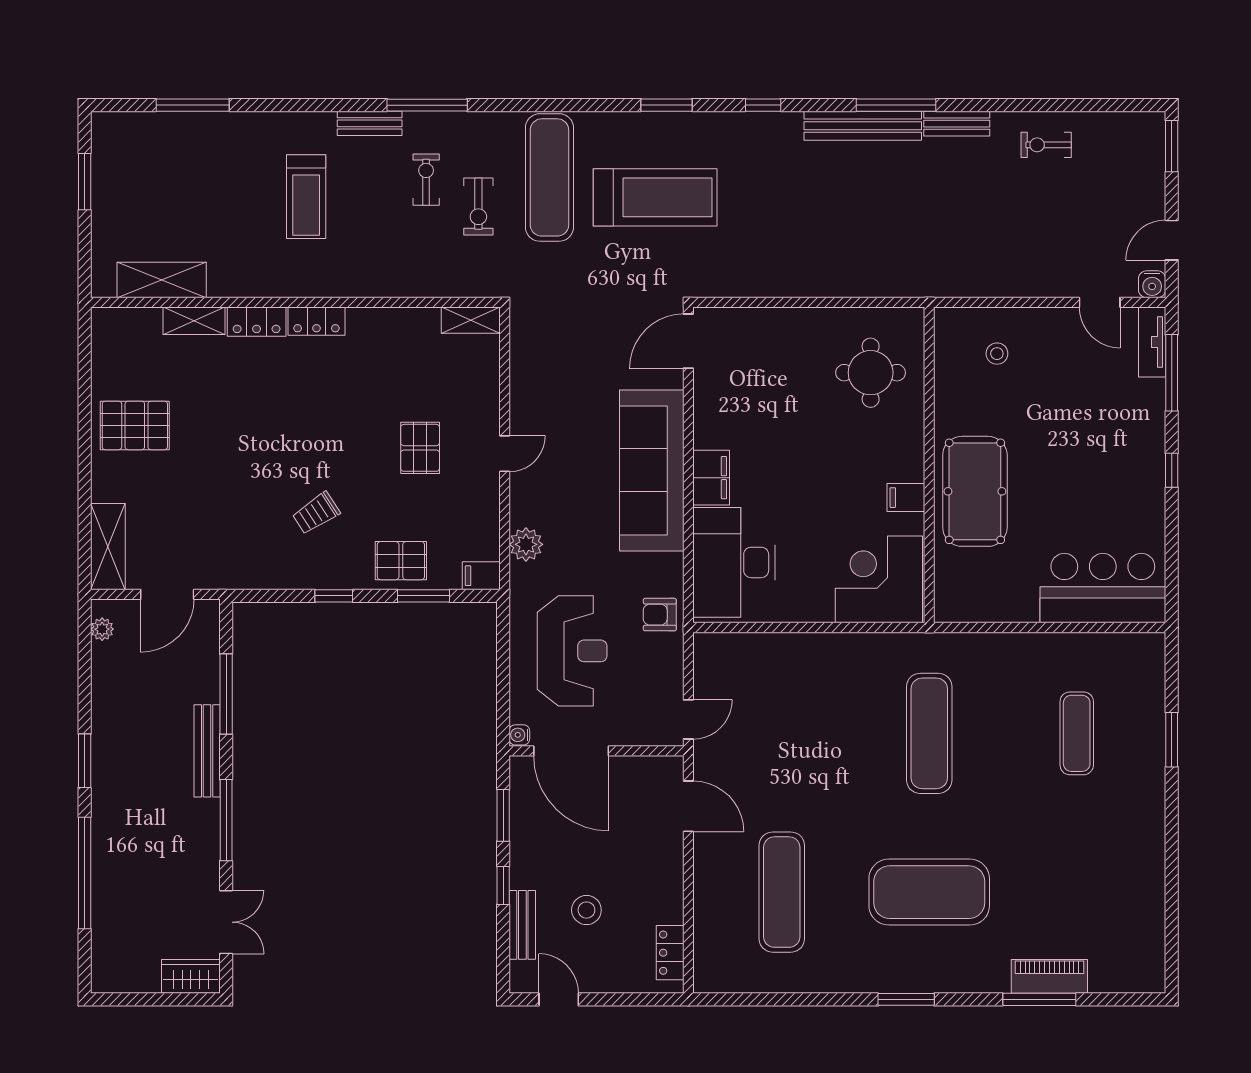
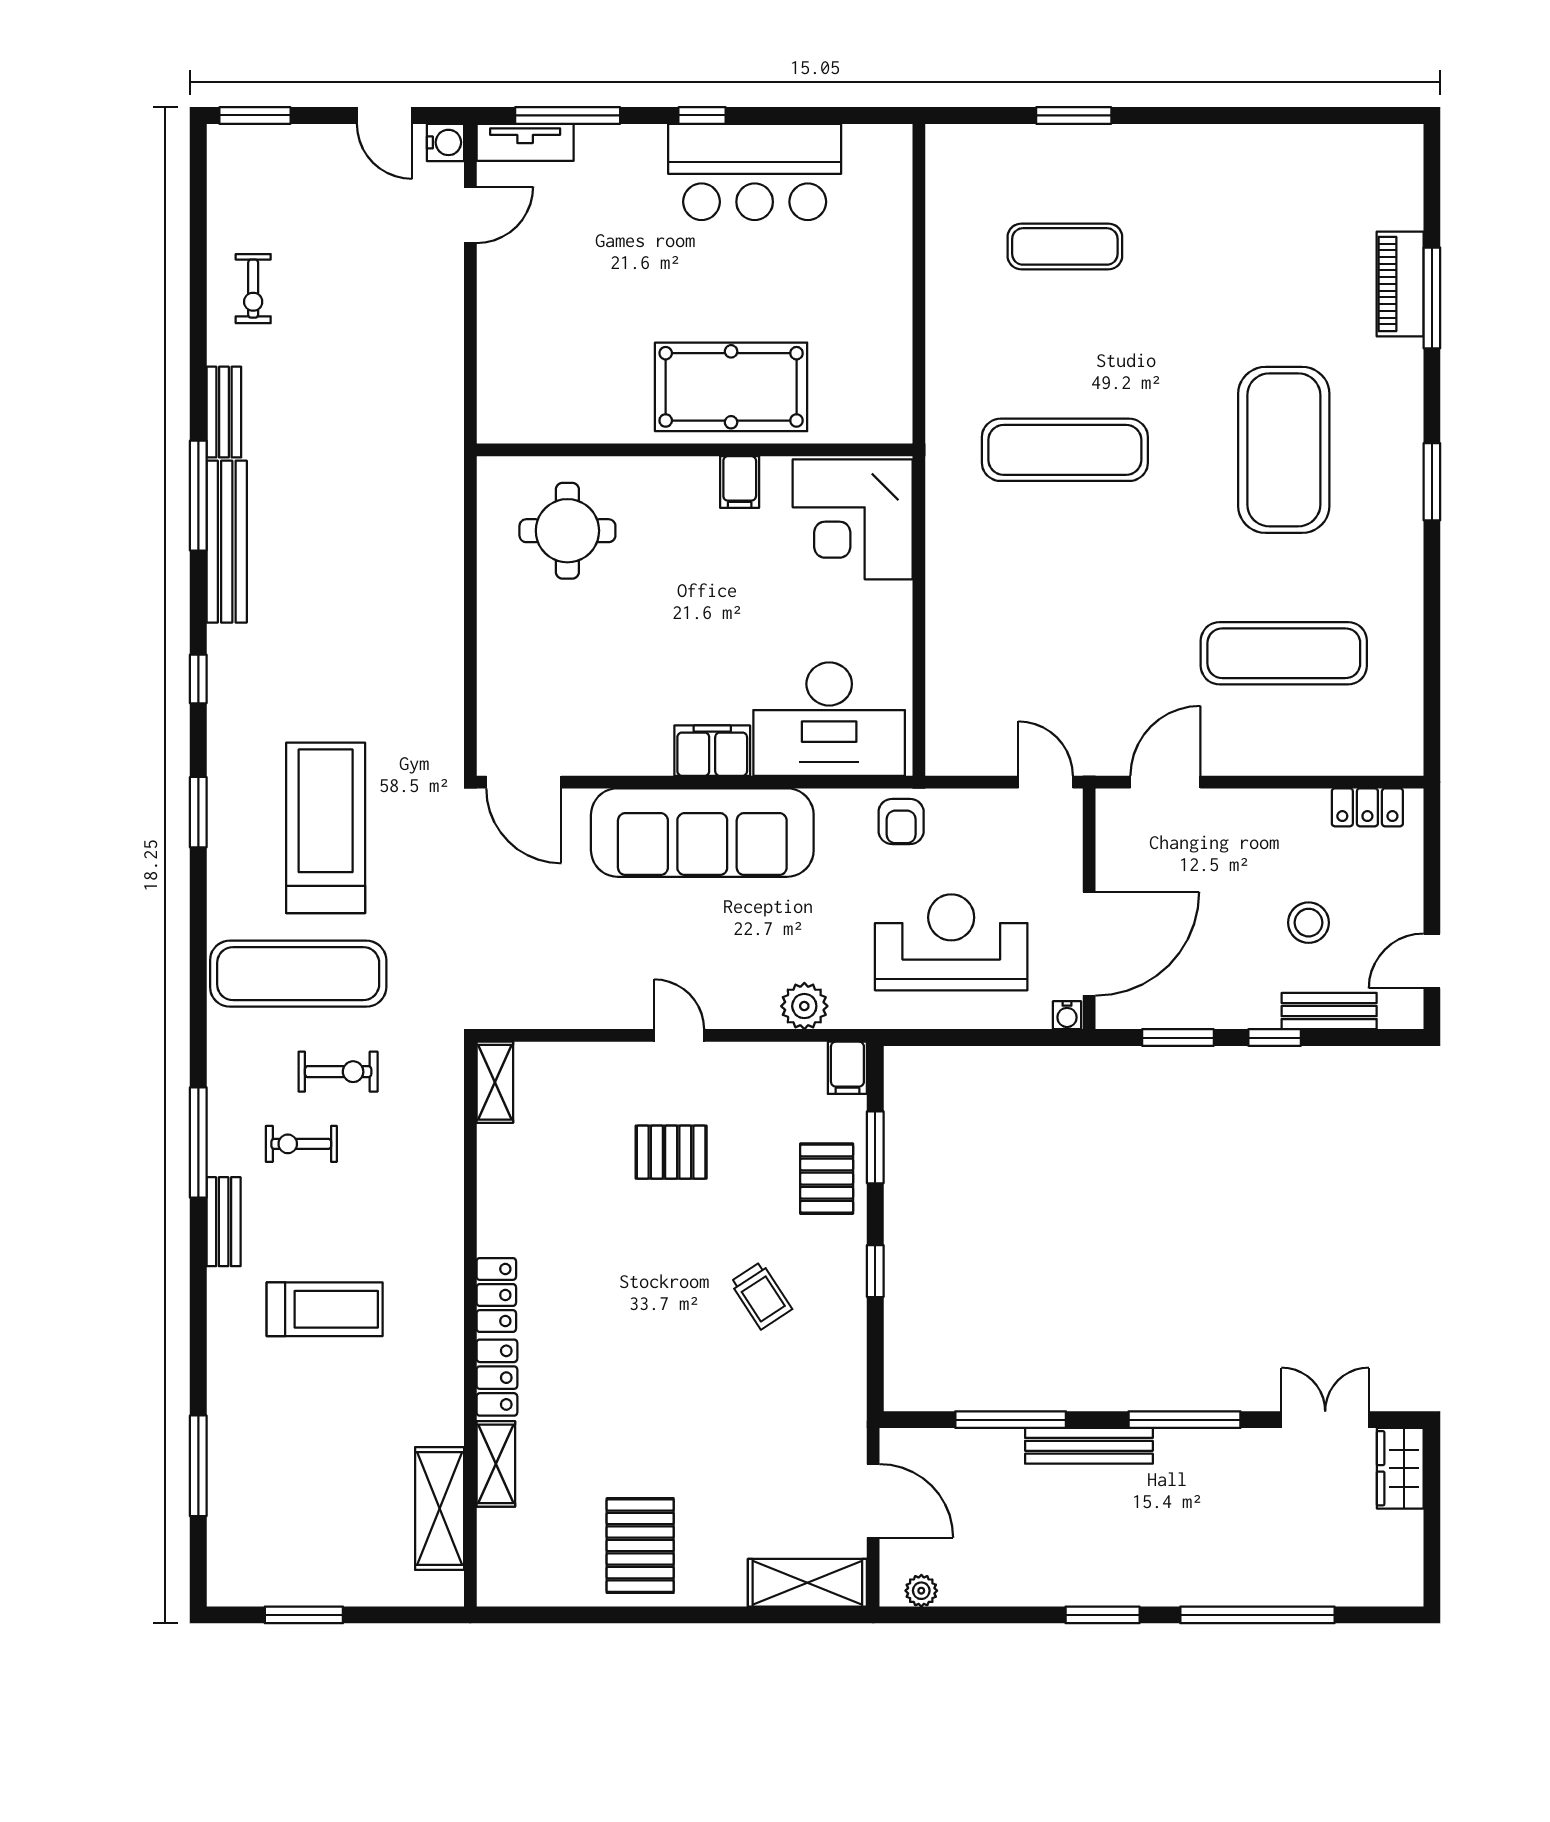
stool: (997, 354) -> (541, 356), removed
bar counter: (1103, 588) -> (755, 172), moved, turned -90

